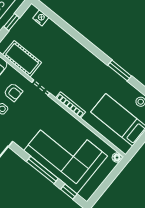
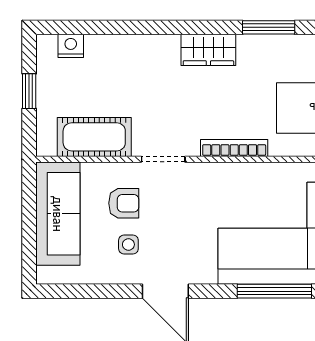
wardrobe: (91, 61) -> (208, 50), added

